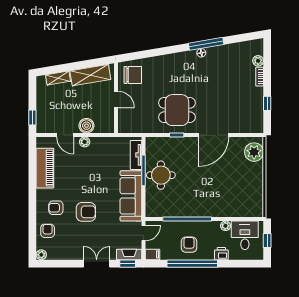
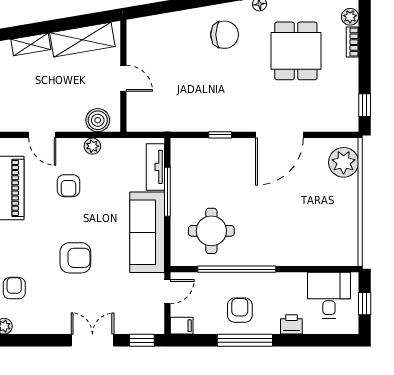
chair: (133, 75) -> (225, 35), moved
window: (267, 103) -> (365, 105), moved
dining table: (177, 110) -> (296, 51), moved, turned 90
boiler: (86, 126) -> (98, 120), moved
plant: (85, 142) -> (92, 146), moved
round table: (161, 175) -> (211, 231), moved
armchair: (56, 208) -> (69, 186), moved, turned -90
plant: (226, 226) -> (298, 280), removed
fireplace: (129, 254) -> (144, 326), removed
window: (192, 264) -> (245, 340), width x0.68

